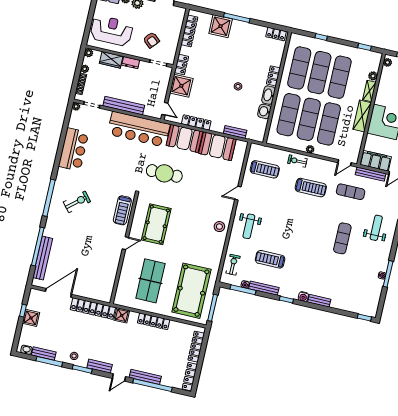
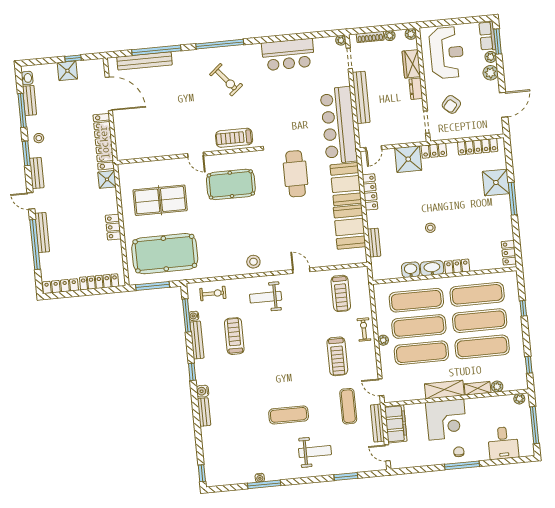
locker: (154, 321) -> (113, 227), width x0.66

